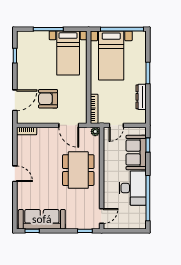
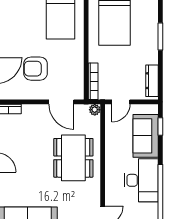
dresser: (141, 97) -> (152, 81), moved

